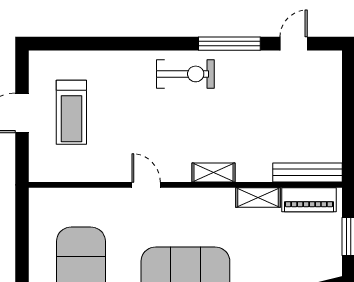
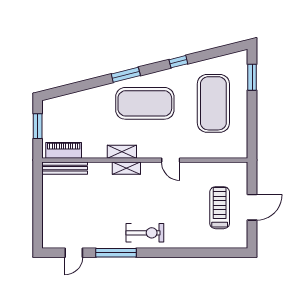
exercise bike: (185, 74) -> (145, 233), turned 180
shelving: (258, 197) -> (122, 152), moved

